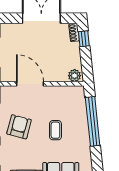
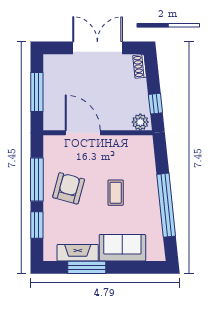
window: (84, 39) -> (155, 104), moved
window: (93, 121) -> (166, 205), moved

